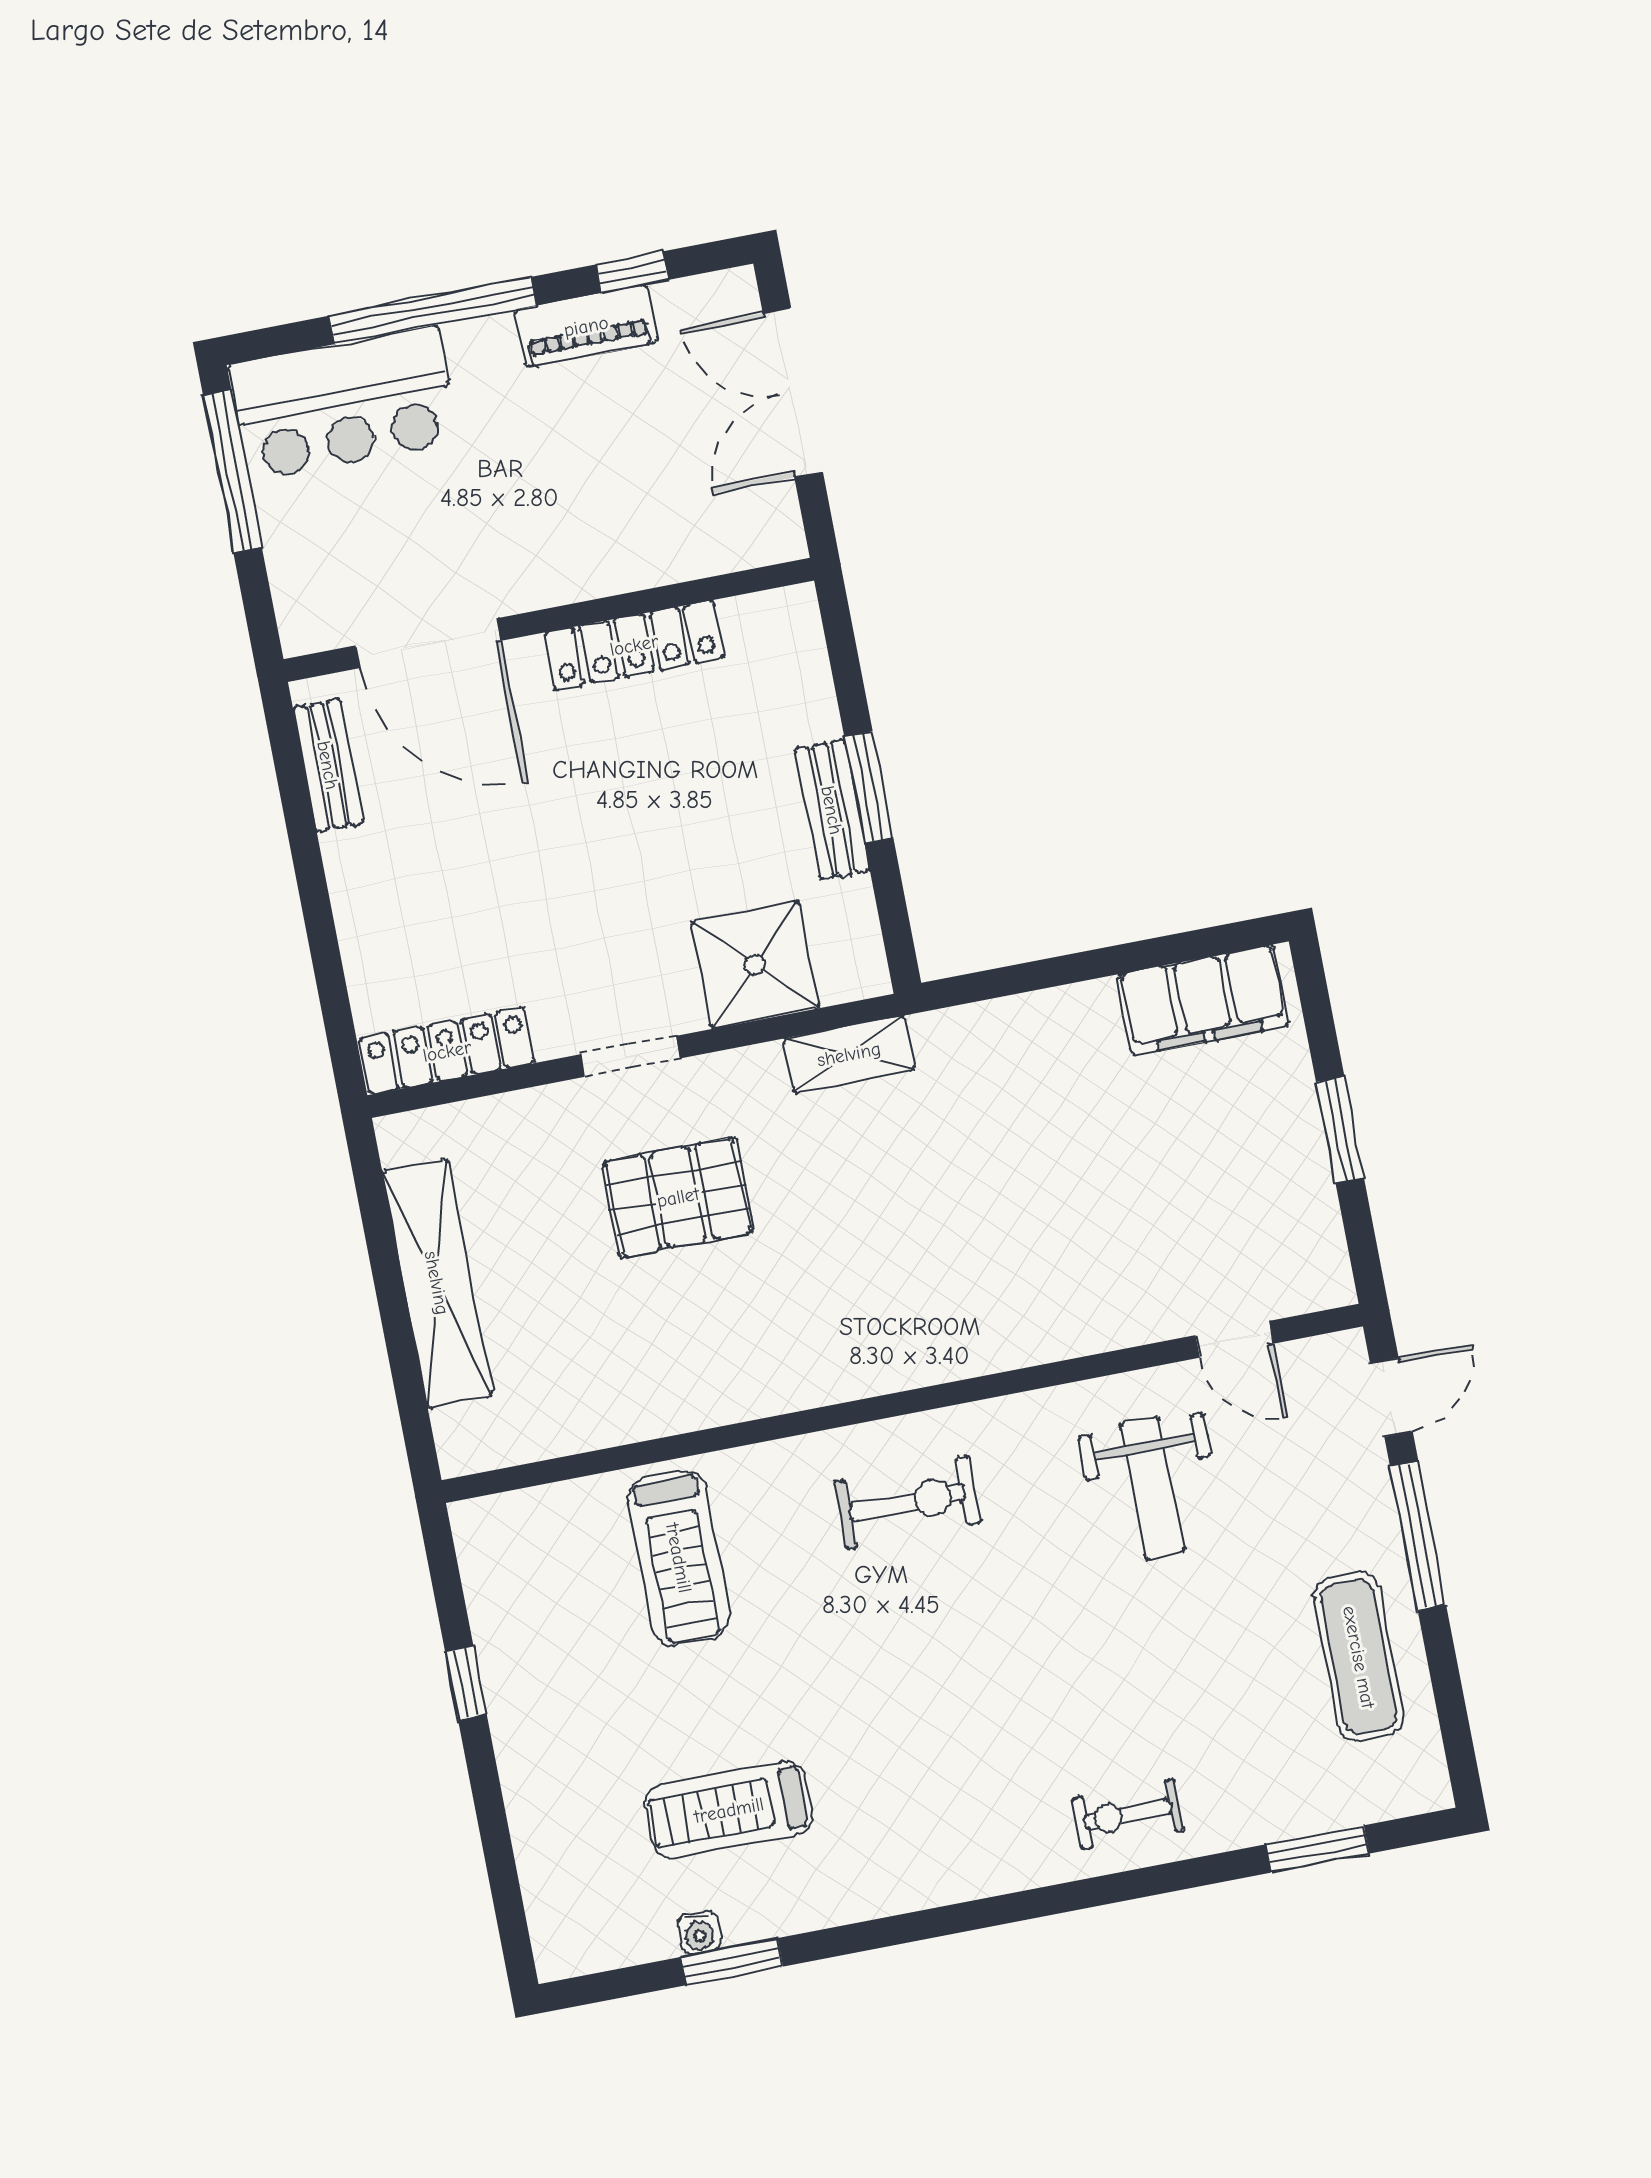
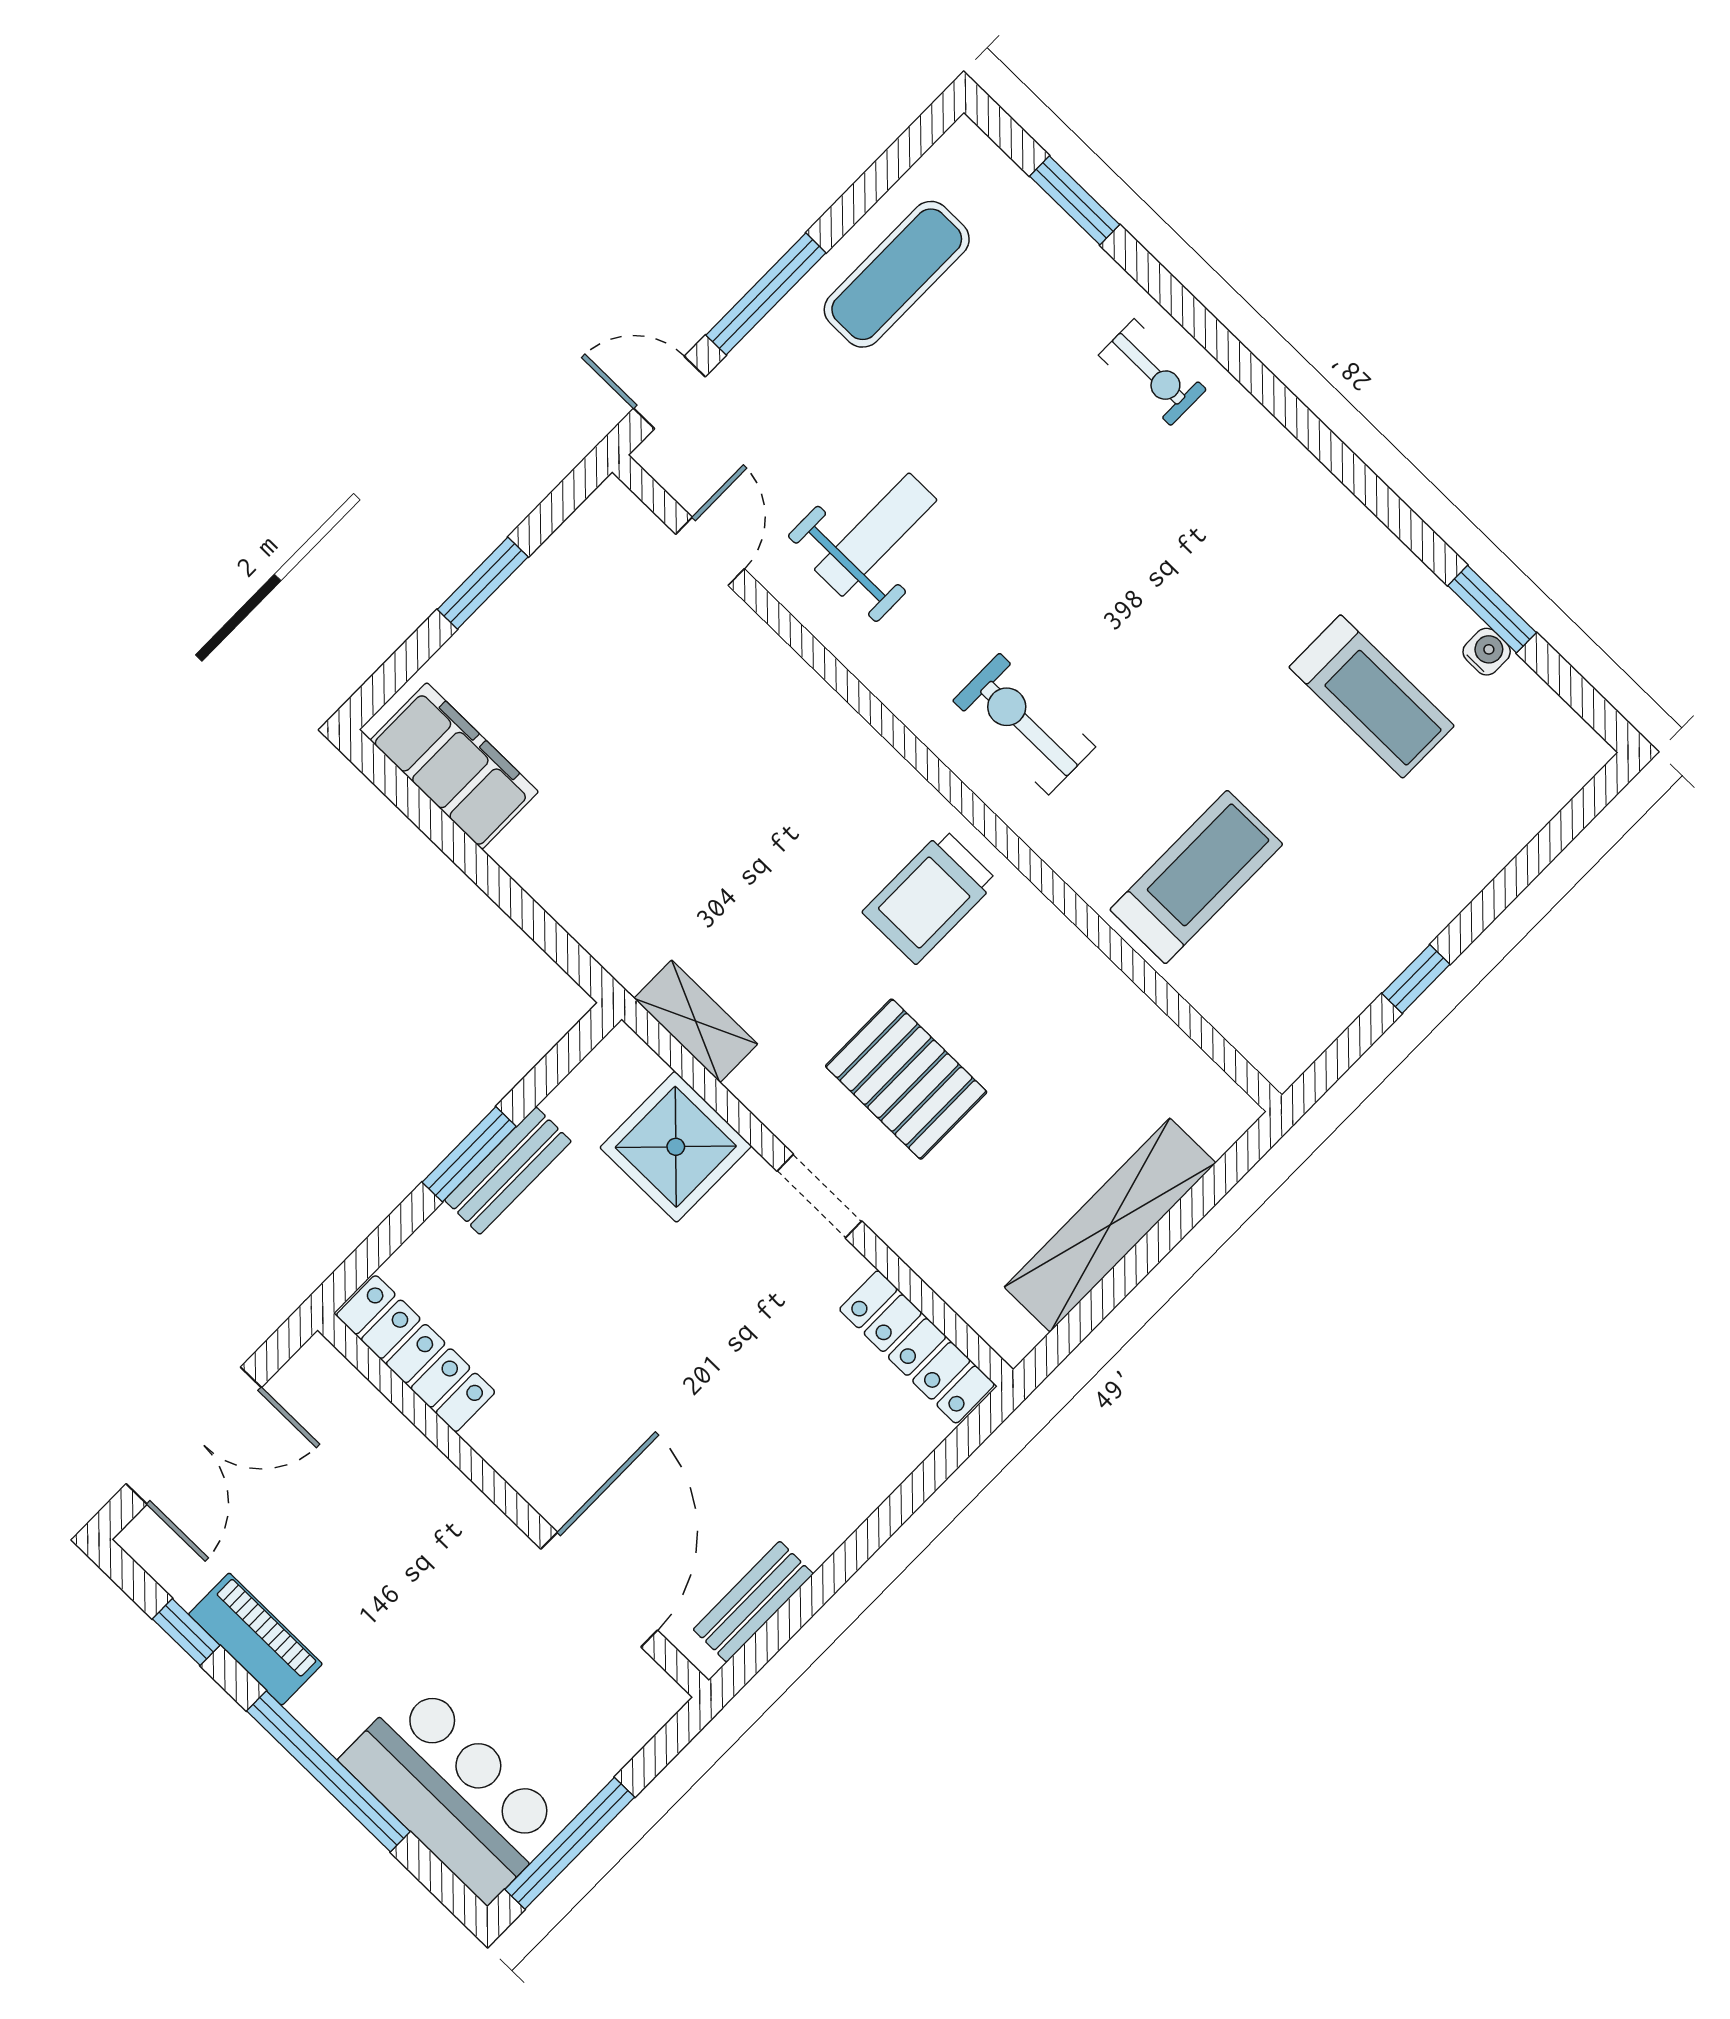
locker: (634, 645) -> (416, 1354), moved
trolley: (817, 1323) -> (930, 897), added

